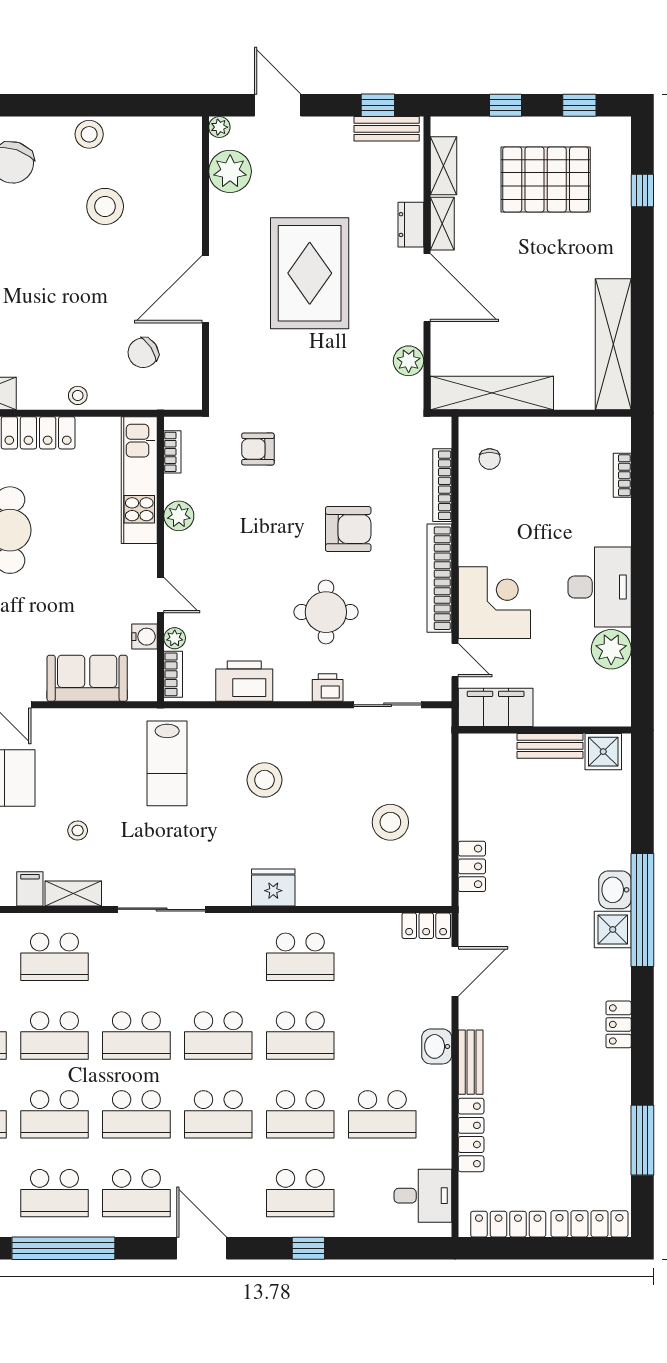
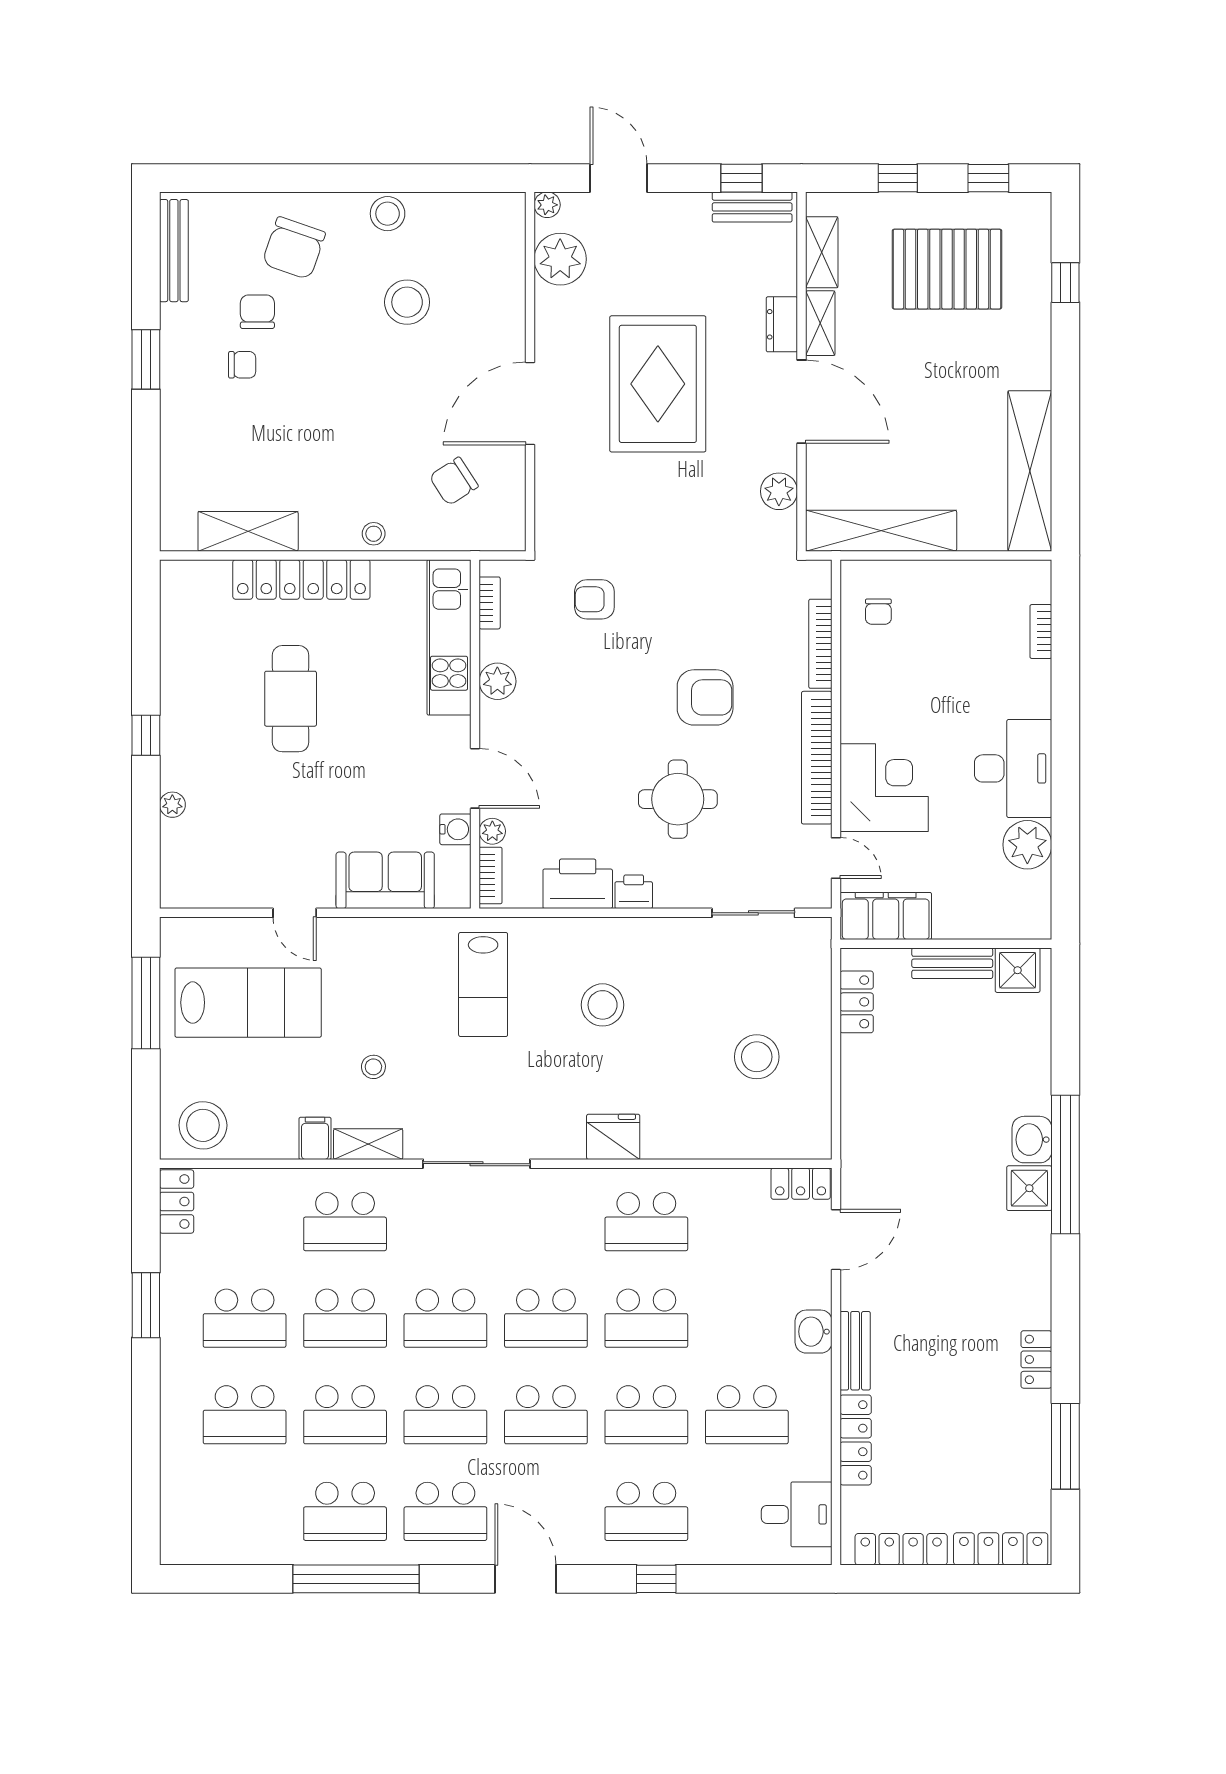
door: (161, 595) -> (475, 778), width x1.38
printer: (328, 688) -> (634, 892), moved
locker: (472, 866) -> (857, 1002), moved
locker: (619, 1024) -> (1036, 1359), moved

